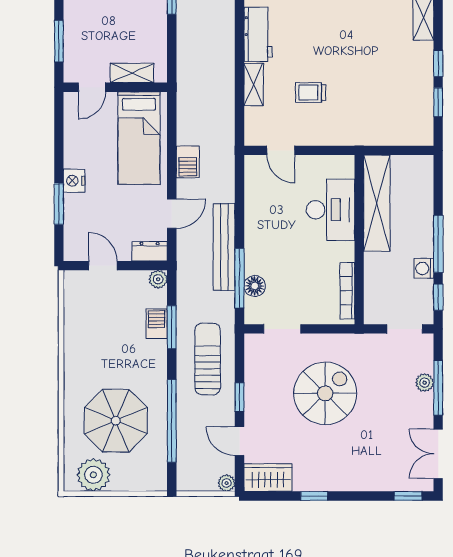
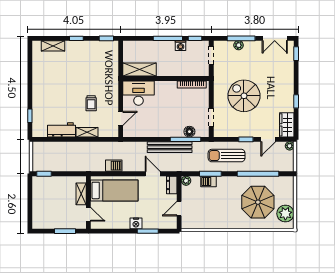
window: (438, 102) -> (106, 38), moved
barbecue: (188, 162) -> (114, 166), moved
shelving: (377, 203) -> (140, 70), width x0.68
desk: (331, 210) -> (138, 93), moved

